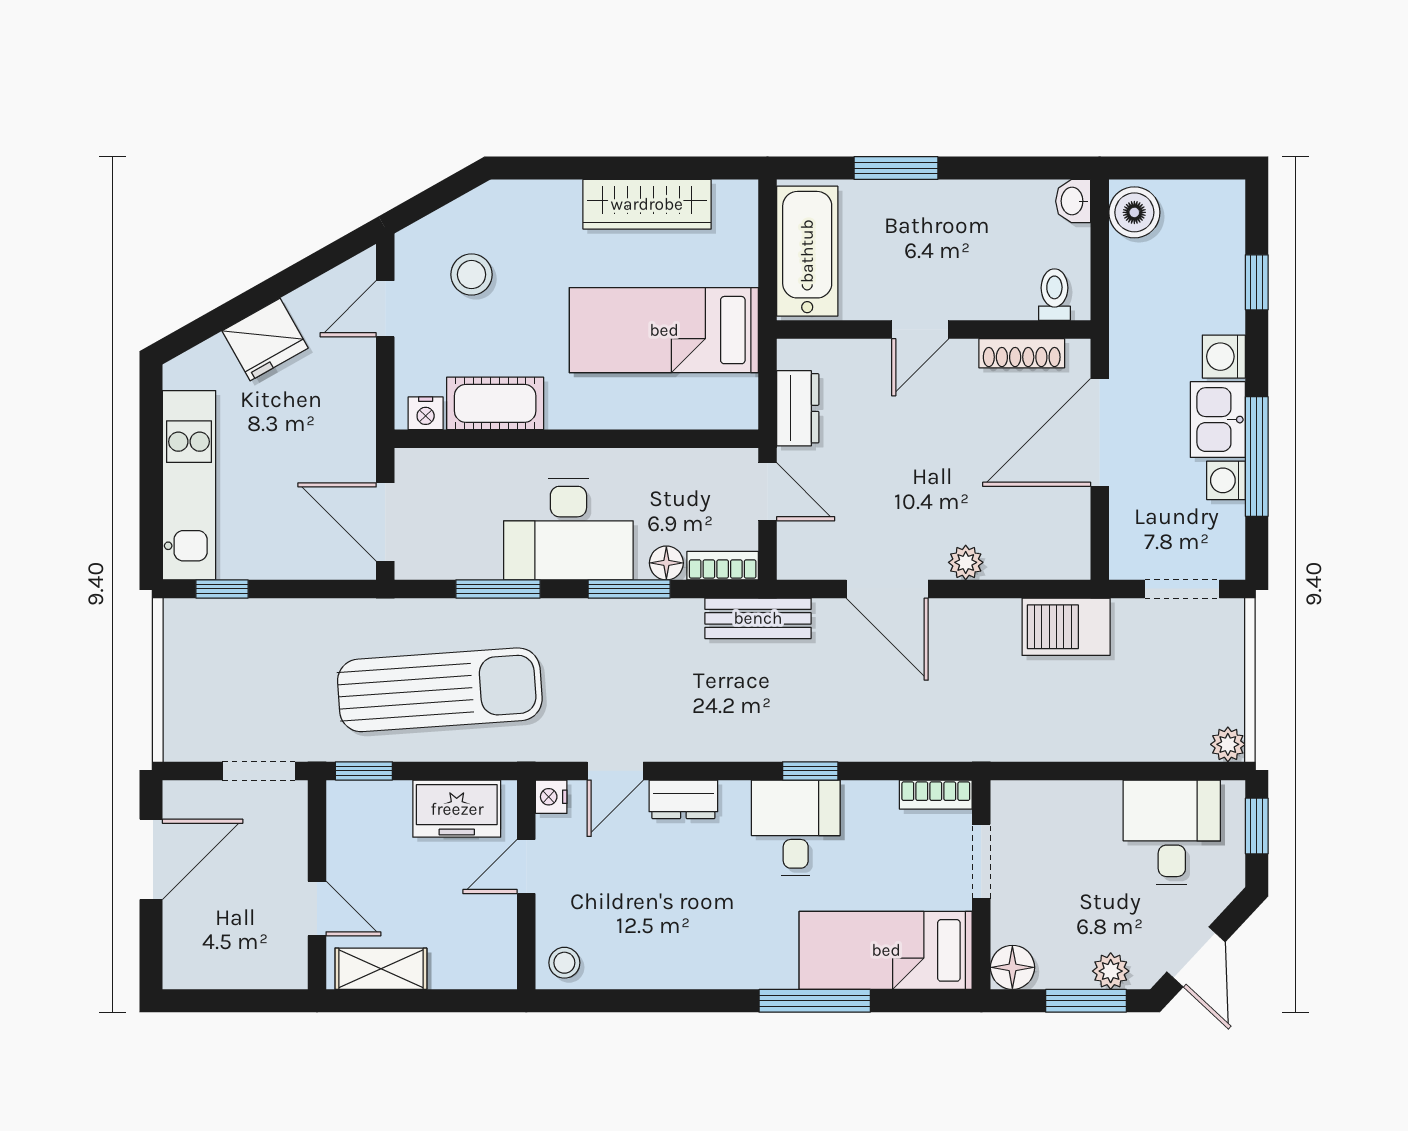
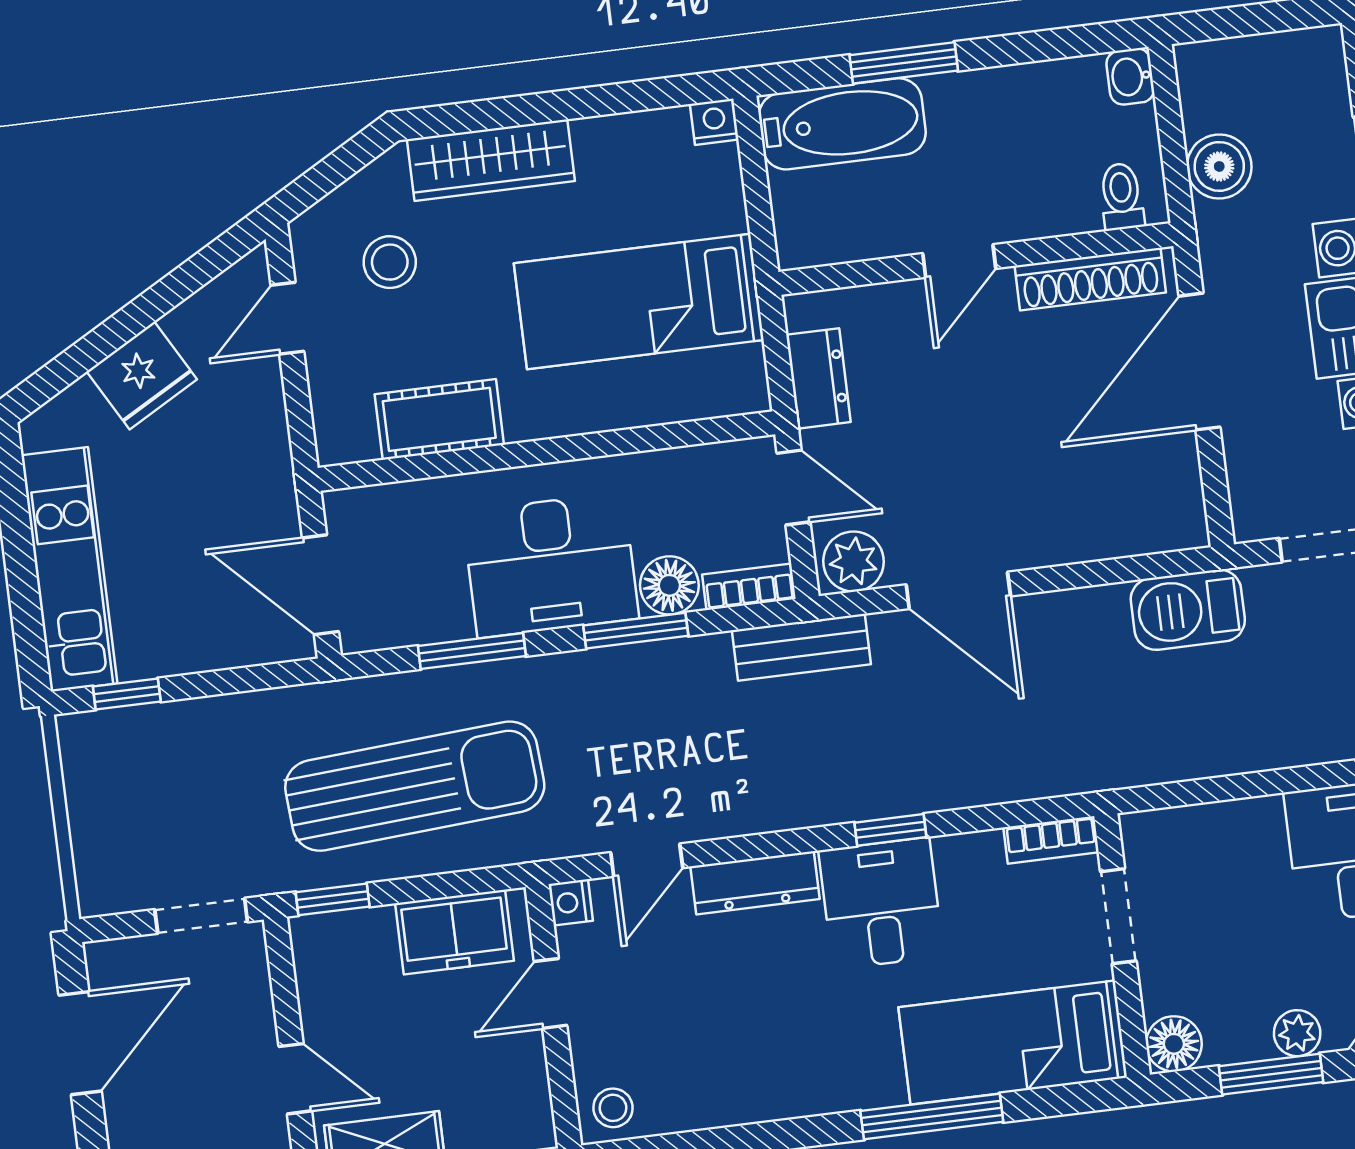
wardrobe: (647, 204) -> (491, 160), moved
boiler: (1134, 212) -> (1219, 166), moved
bathtub: (807, 251) -> (842, 124), moved, turned 90
shoe rack: (1022, 353) -> (1090, 279), width x1.36, depth x1.24
nightstand: (426, 413) -> (714, 122), moved, turned 180
plant: (966, 562) -> (853, 561), moved, width x1.38, depth x1.38
floor lamp: (666, 563) -> (669, 585), width x1.37, depth x1.37
dresser: (683, 799) -> (755, 883), width x1.44

